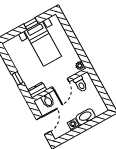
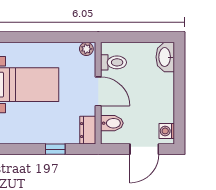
washbasin: (86, 117) -> (165, 57), moved
washing machine: (73, 125) -> (167, 131), moved
door: (43, 126) -> (144, 149), swing flipped

